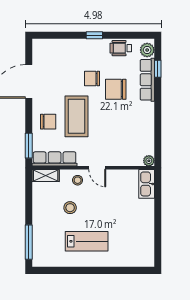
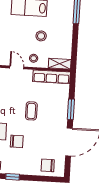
coffee table: (76, 116) -> (31, 111), width x0.54, depth x0.58
chair: (48, 122) -> (48, 165), moved
window: (29, 146) -> (71, 109), moved

